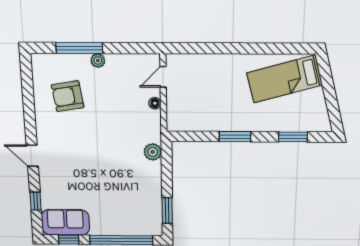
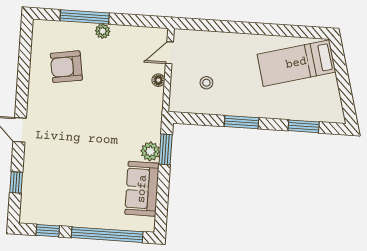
stool: (200, 103) -> (206, 83), added
plant: (153, 152) -> (150, 151), moved
window: (167, 211) -> (166, 149), moved
sofa: (65, 222) -> (142, 189), moved, turned -90

